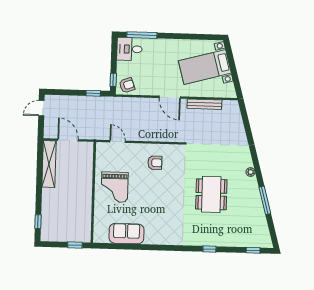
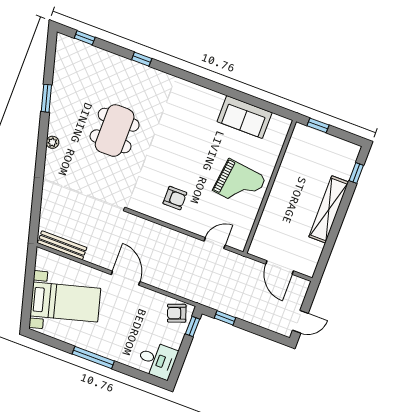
window: (142, 35) -> (93, 357), moved
bench: (204, 104) -> (62, 245), moved
door: (118, 141) -> (215, 243), swing flipped
armchair: (155, 163) -> (175, 198), turned 180
shelving: (49, 164) -> (329, 209), moved
grand piano: (115, 187) -> (239, 184), turned 97
window: (265, 200) -> (46, 98), width x0.69

